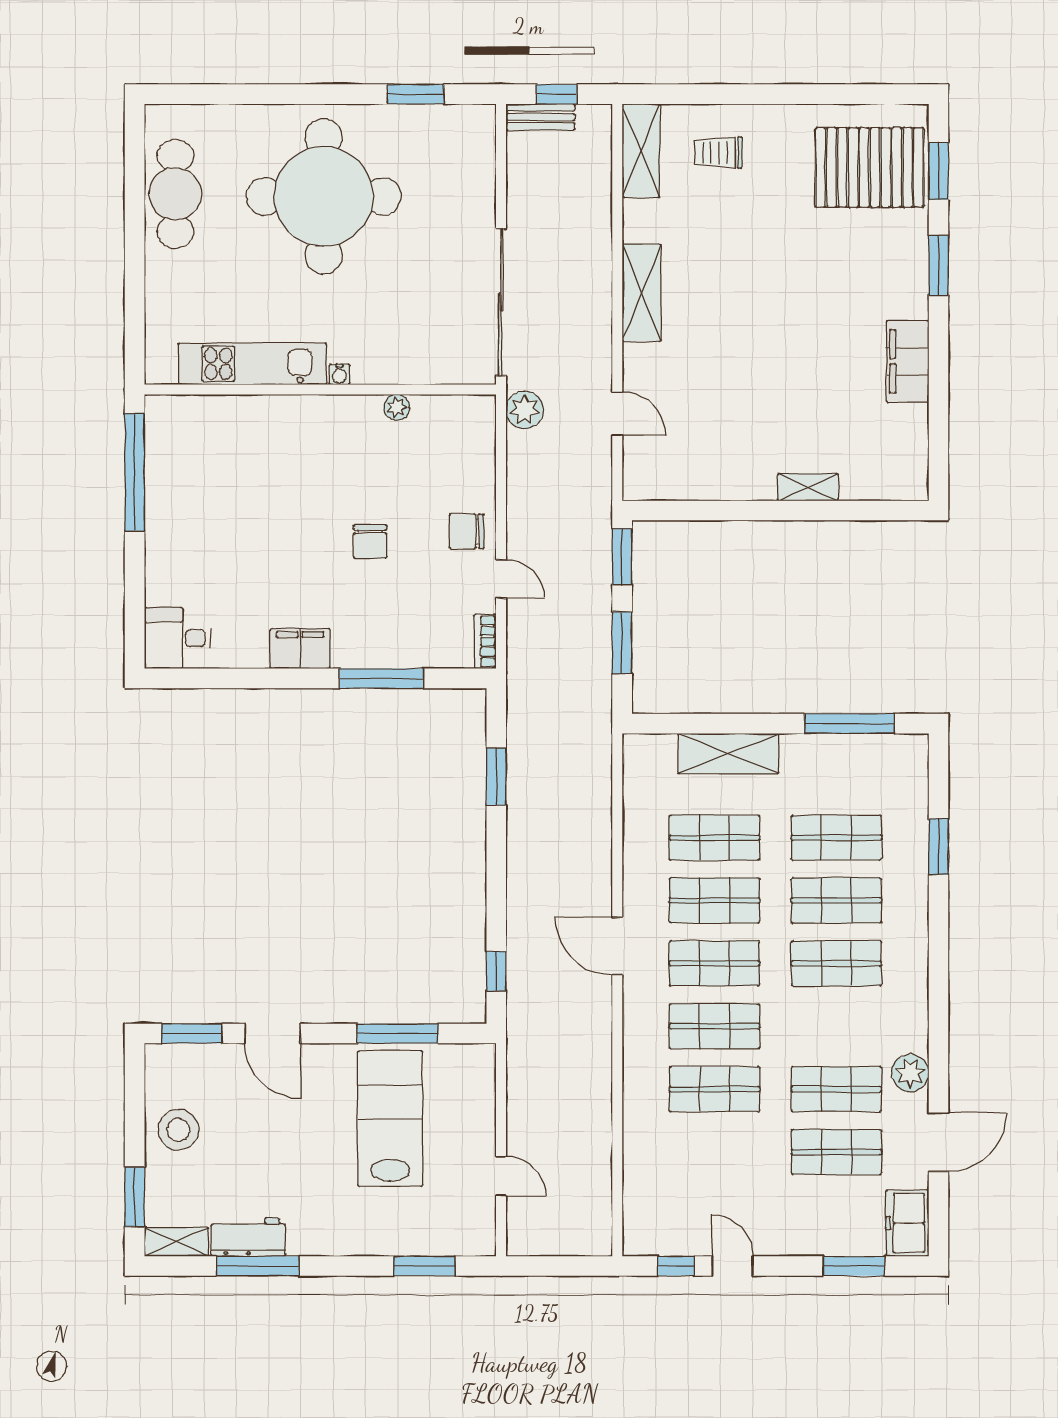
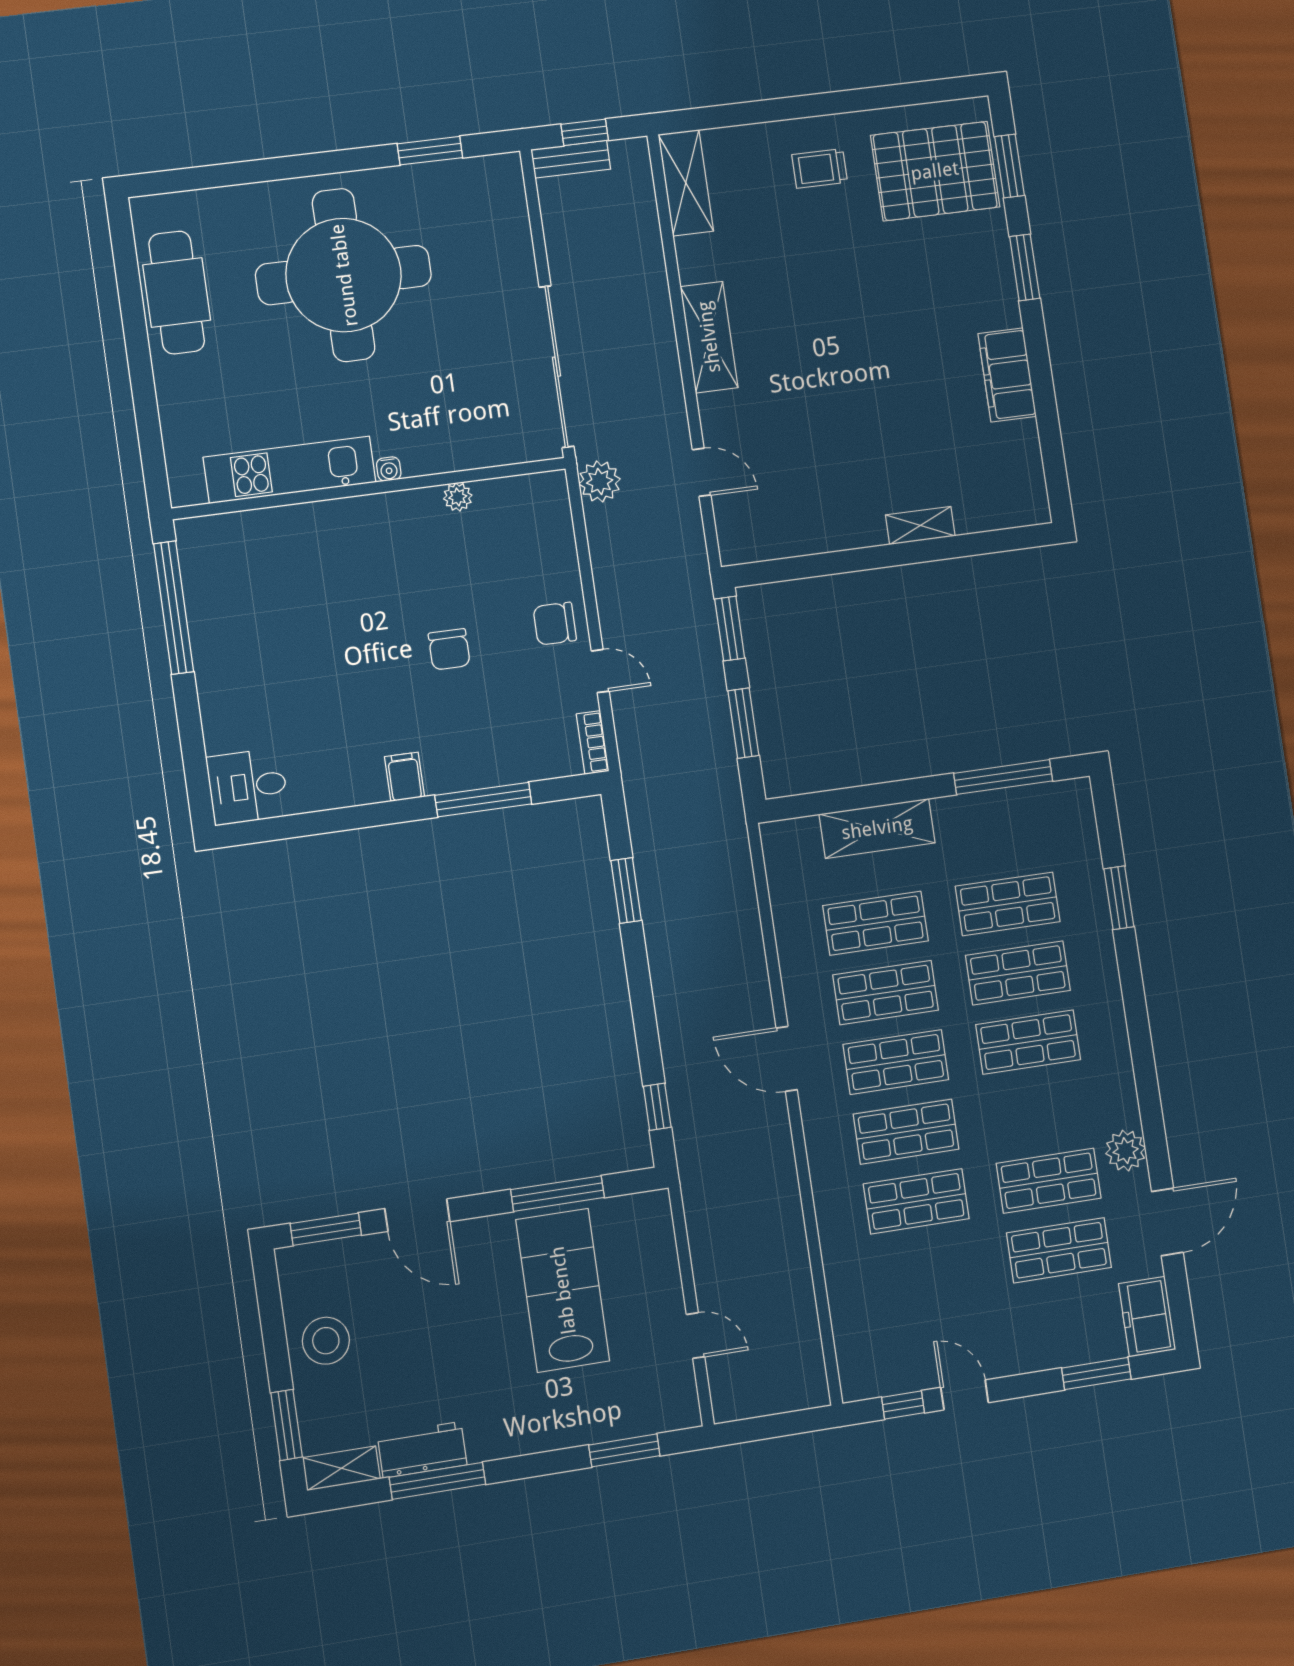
trolley: (718, 153) -> (820, 168), moved
filing cabinet: (300, 649) -> (405, 777), width x0.50

